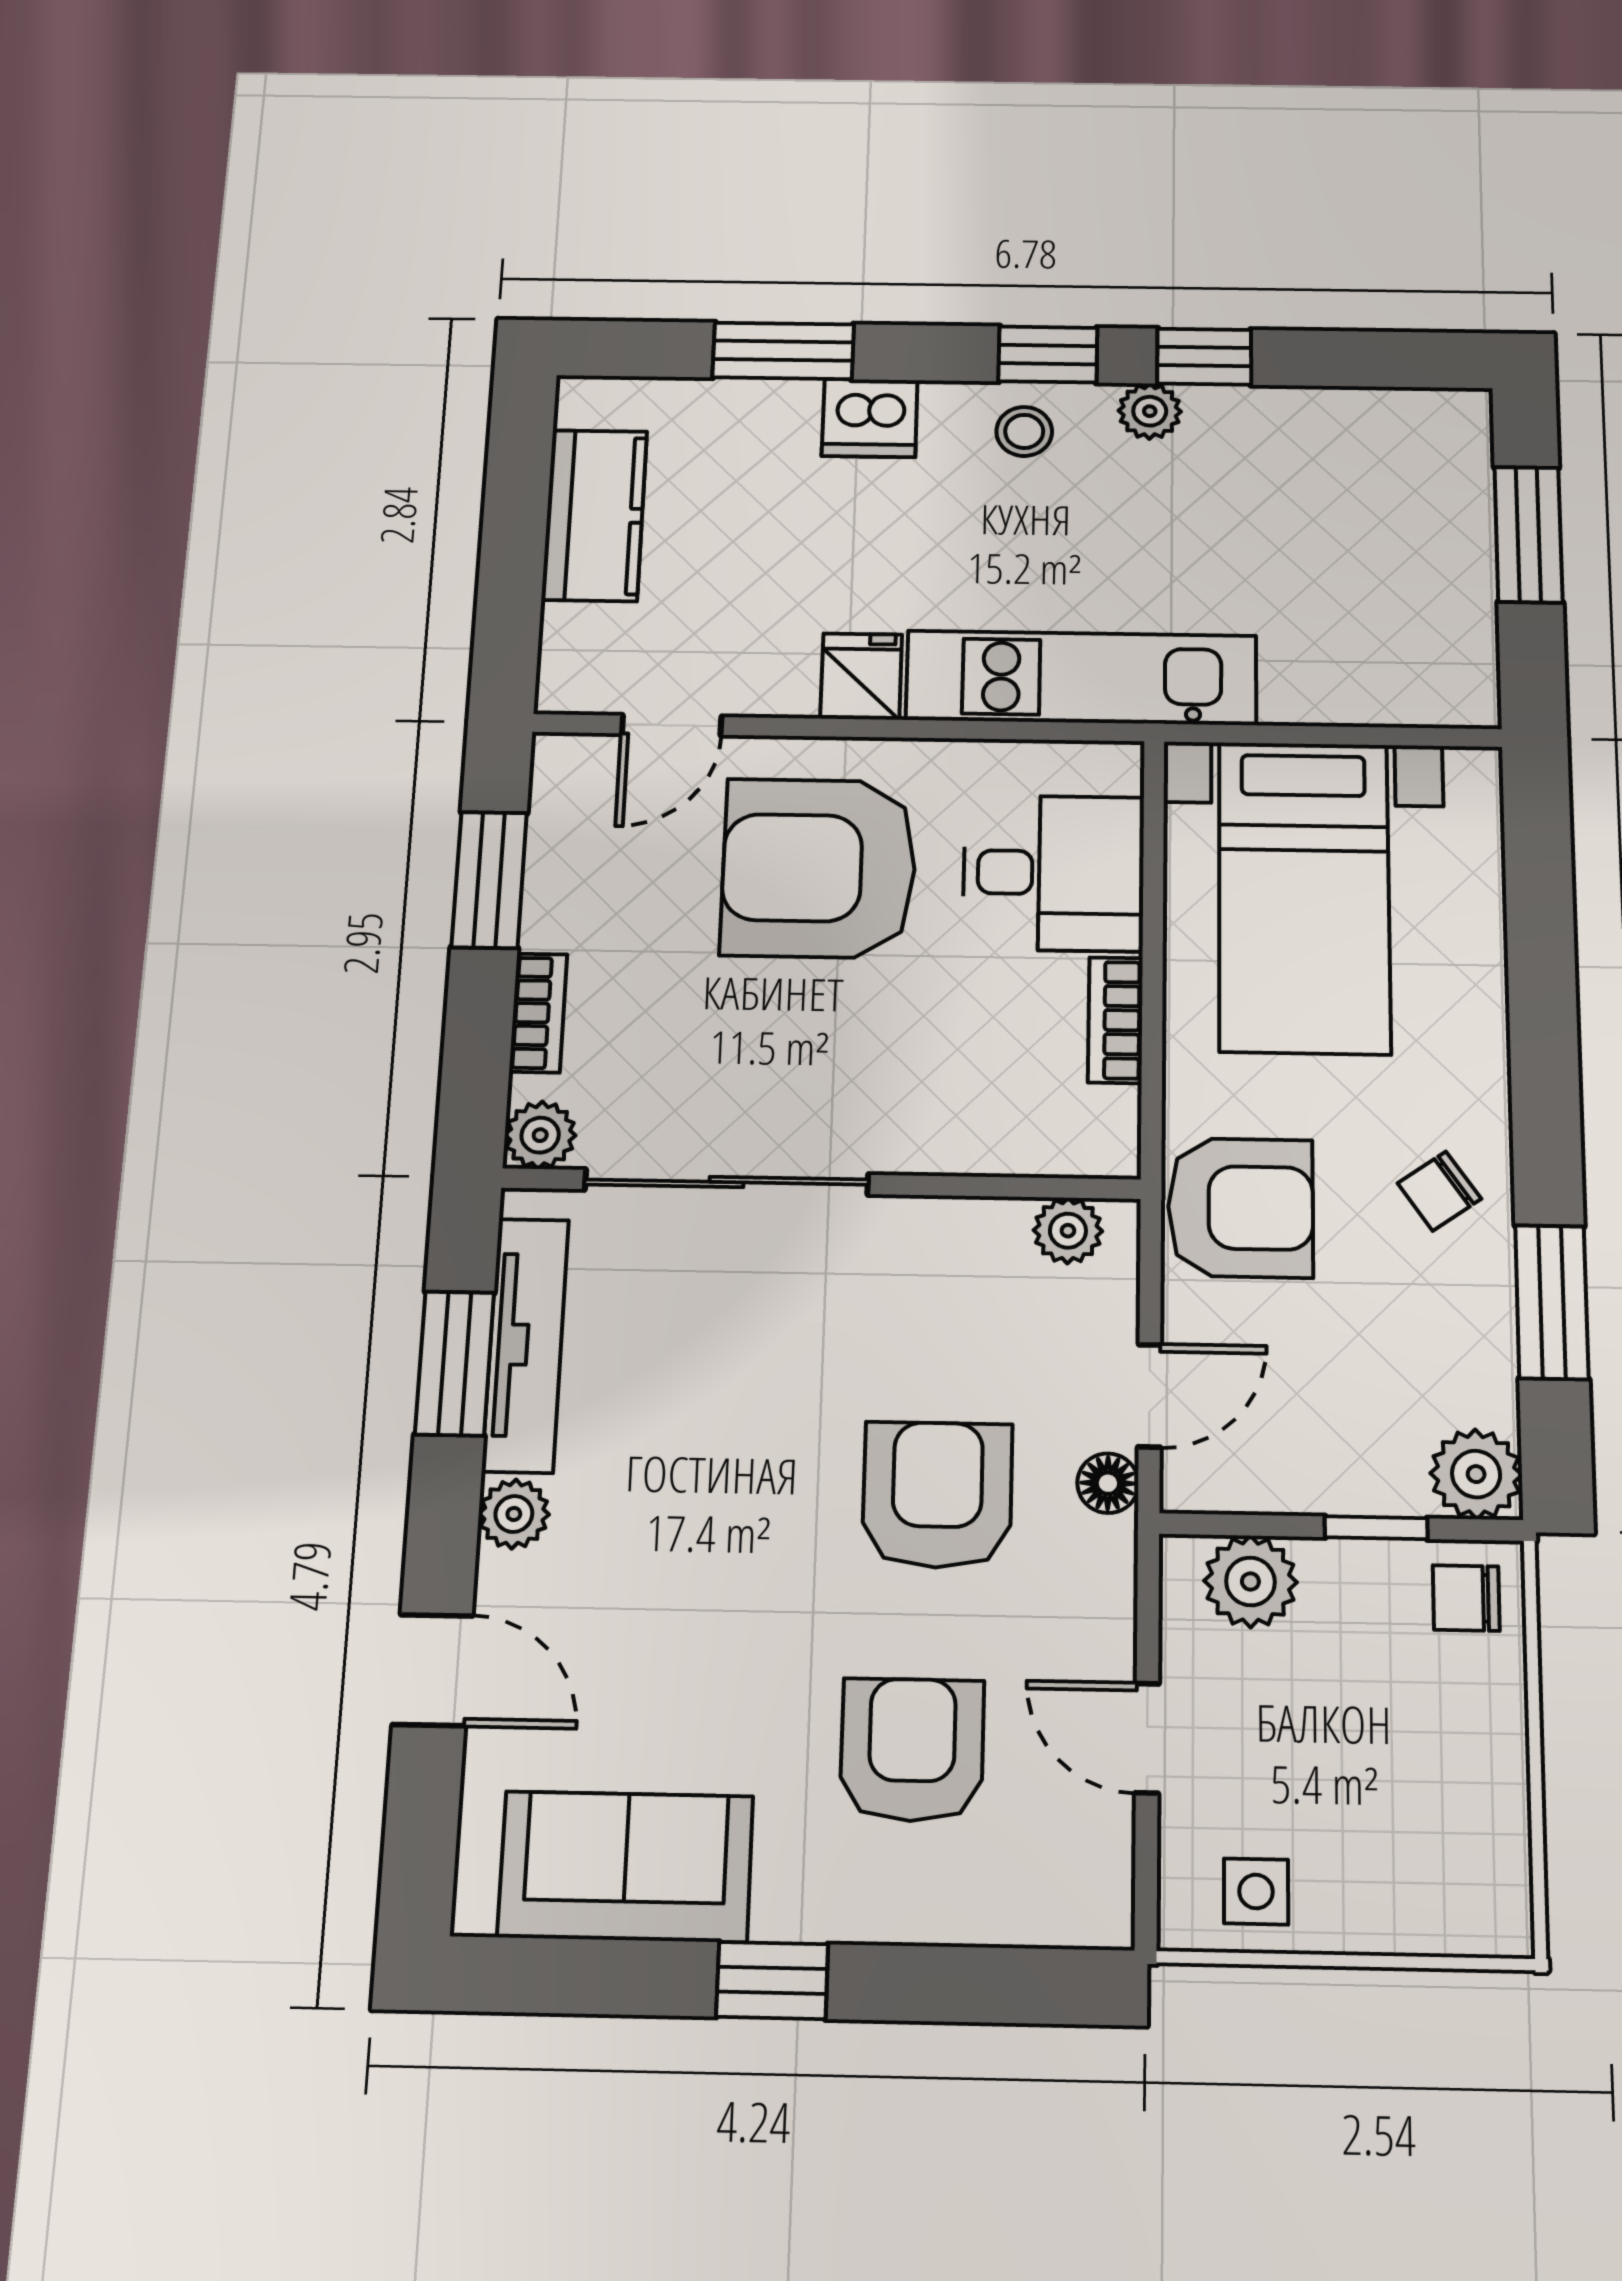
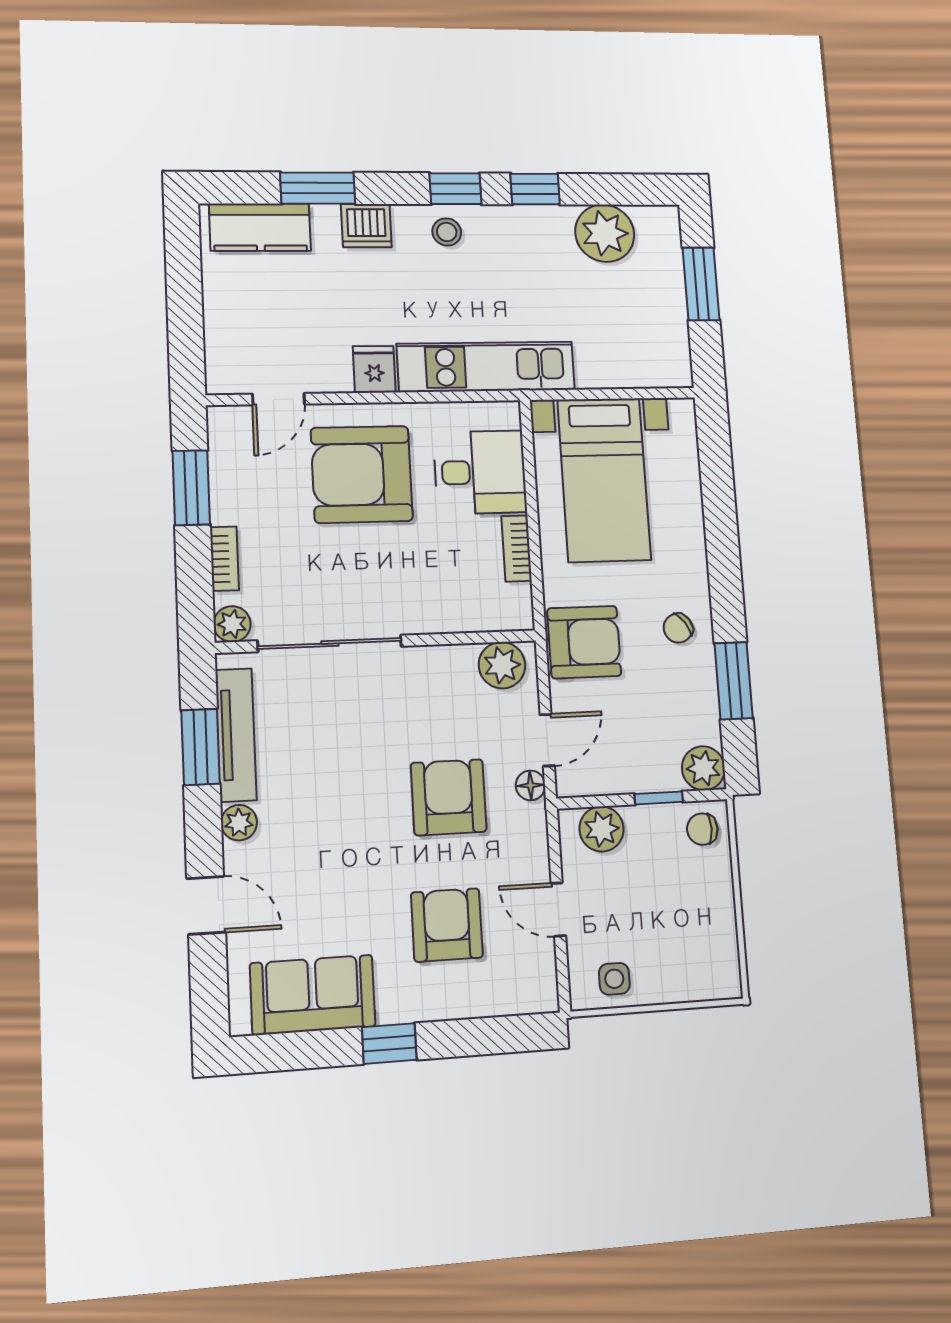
plant: (1150, 411) -> (605, 233), moved, width x1.87, depth x1.87
kitchen counter: (594, 515) -> (260, 227), moved, turned 90
plant: (1068, 1231) -> (502, 665), width x1.38, depth x1.38

